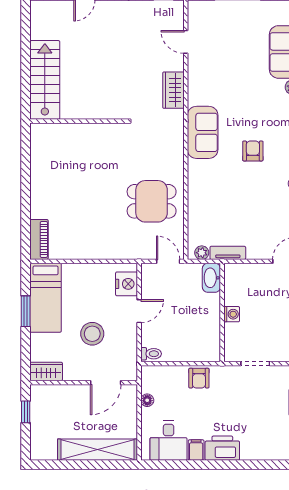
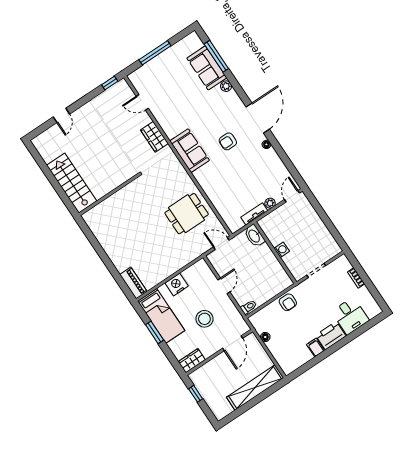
armchair: (253, 151) -> (228, 141), turned -90
plant: (202, 253) -> (270, 203), moved
nightstand: (126, 284) -> (177, 285), moved, turned -90
desk: (169, 441) -> (350, 316), moved

